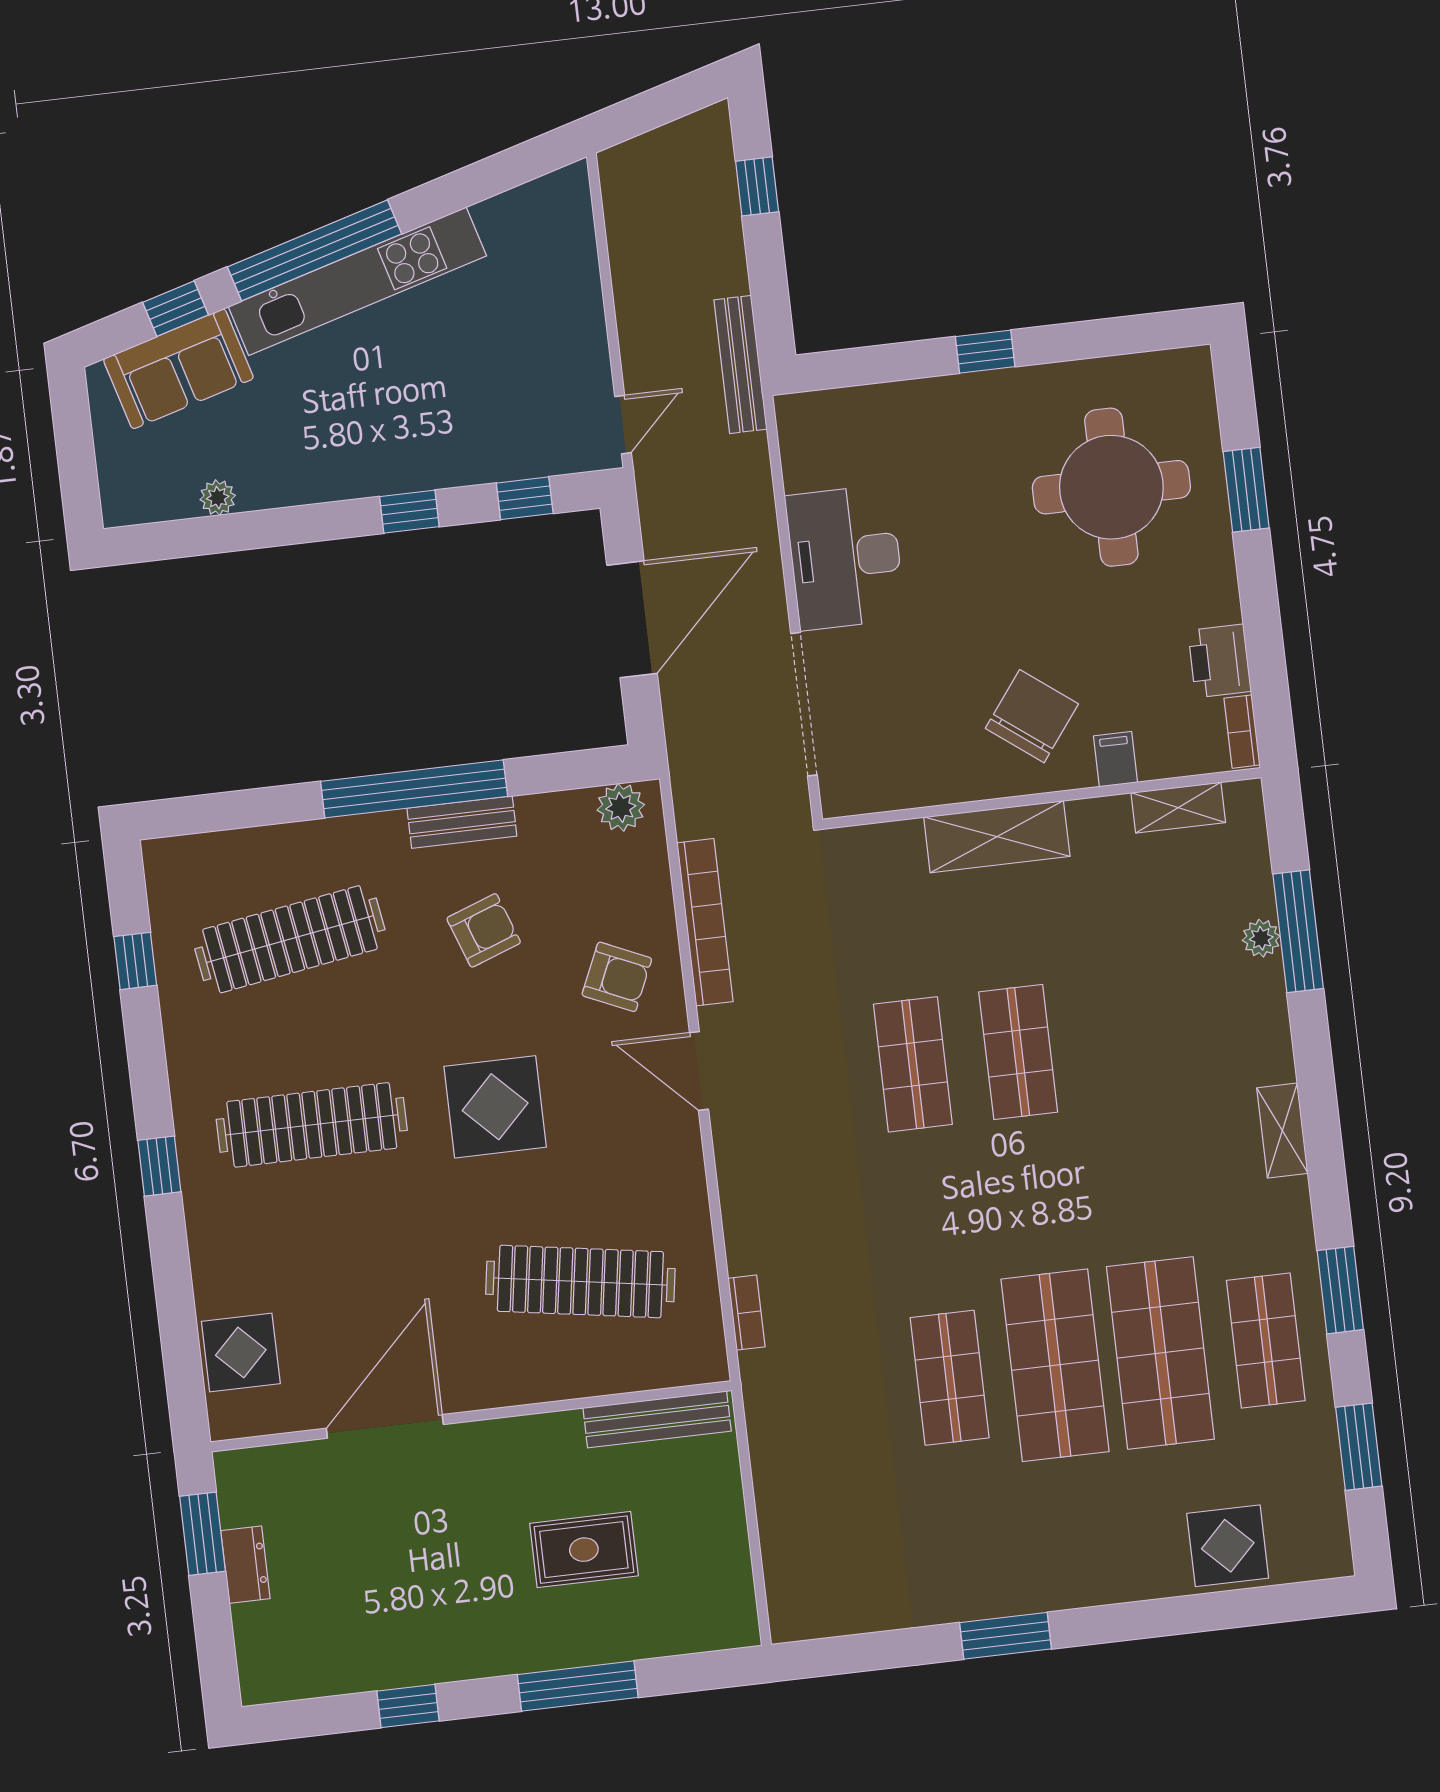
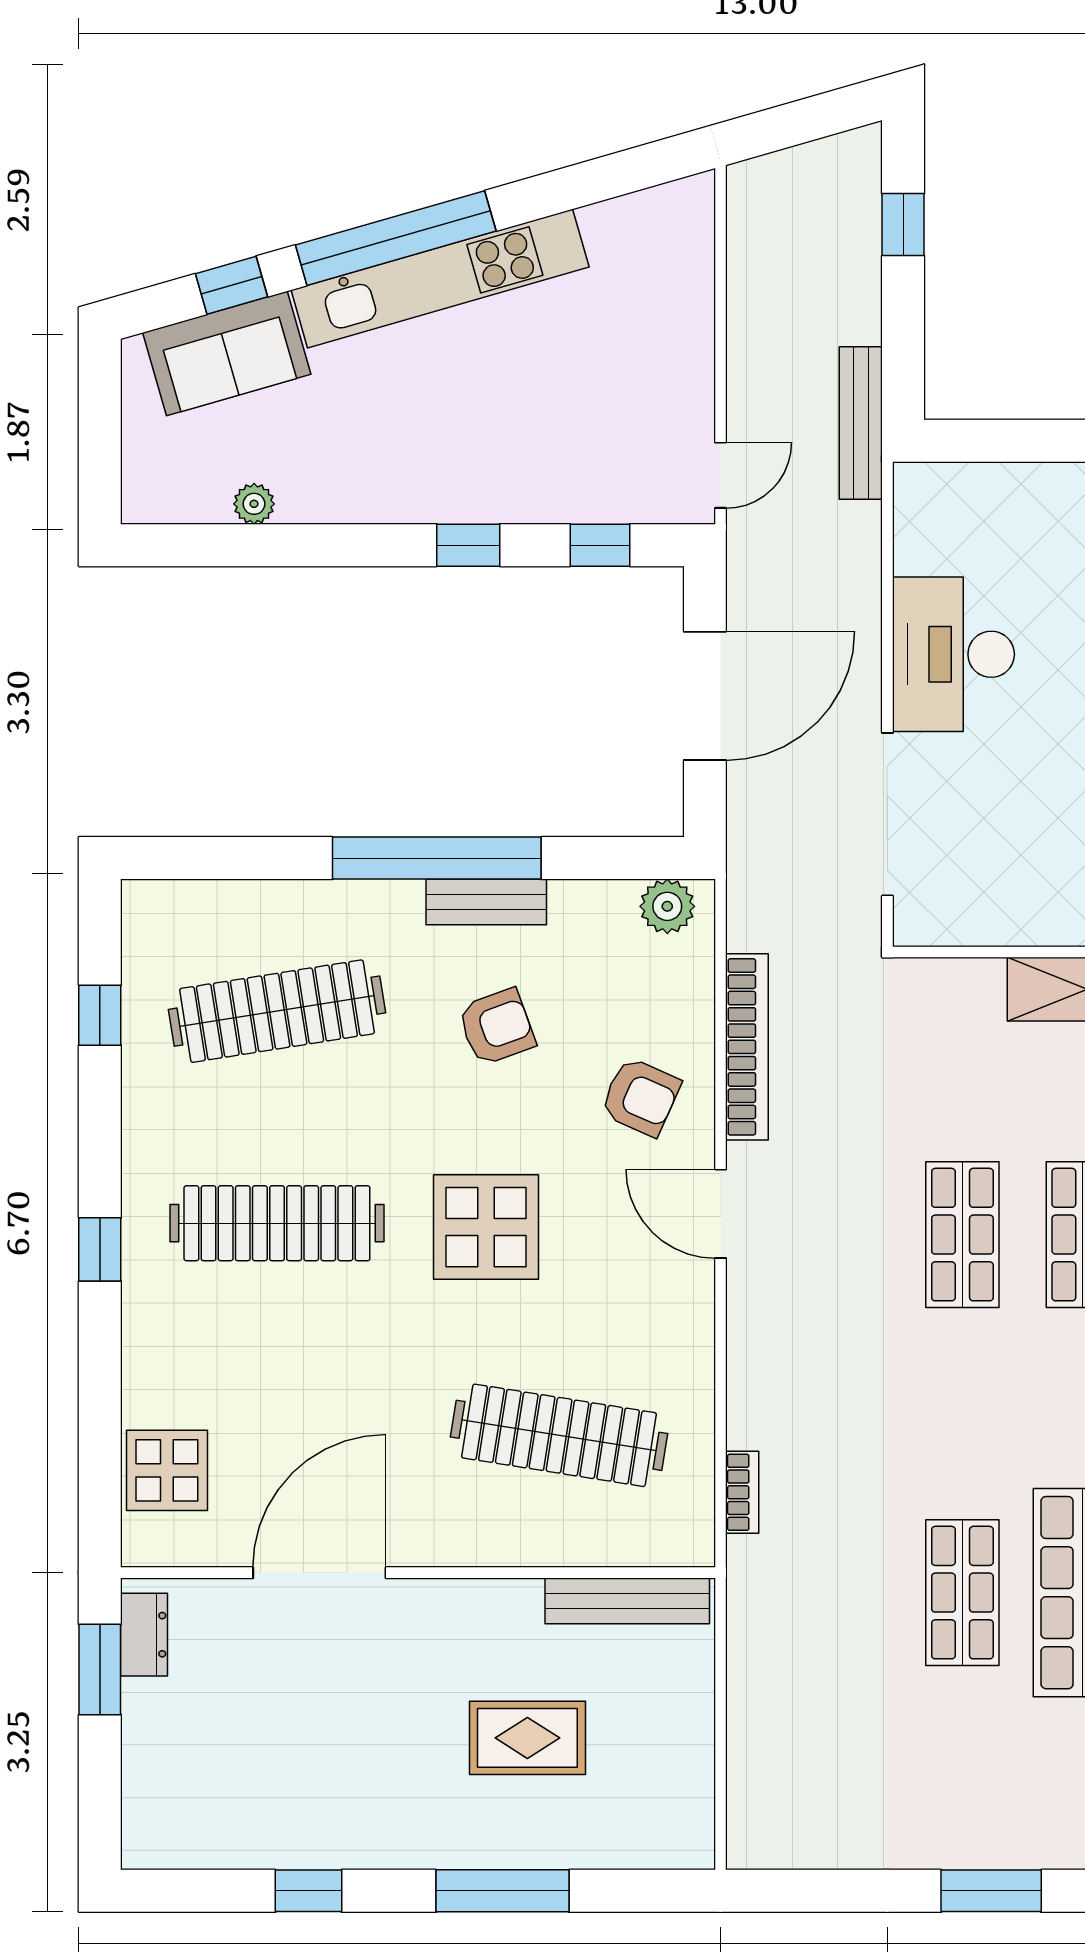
dresser: (245, 1565) -> (144, 1635), moved

